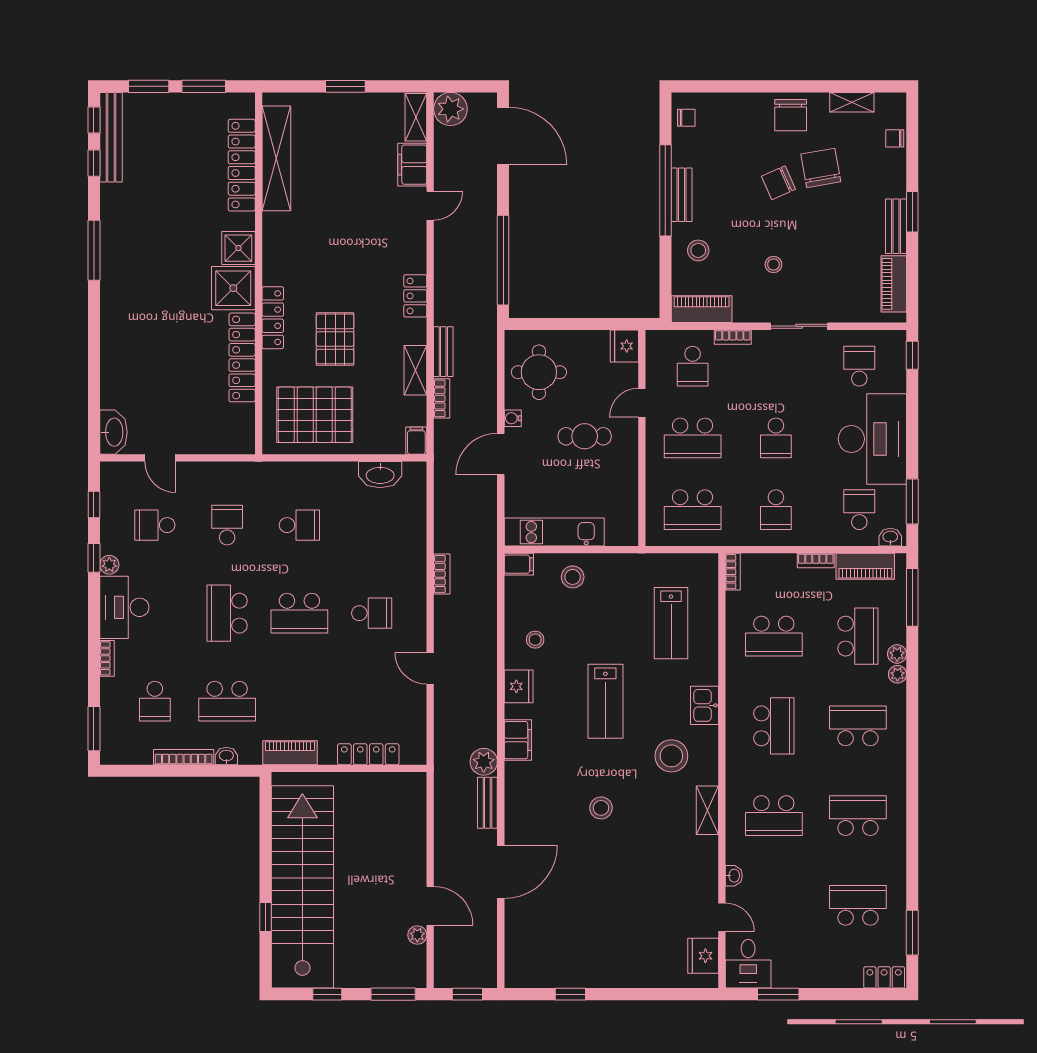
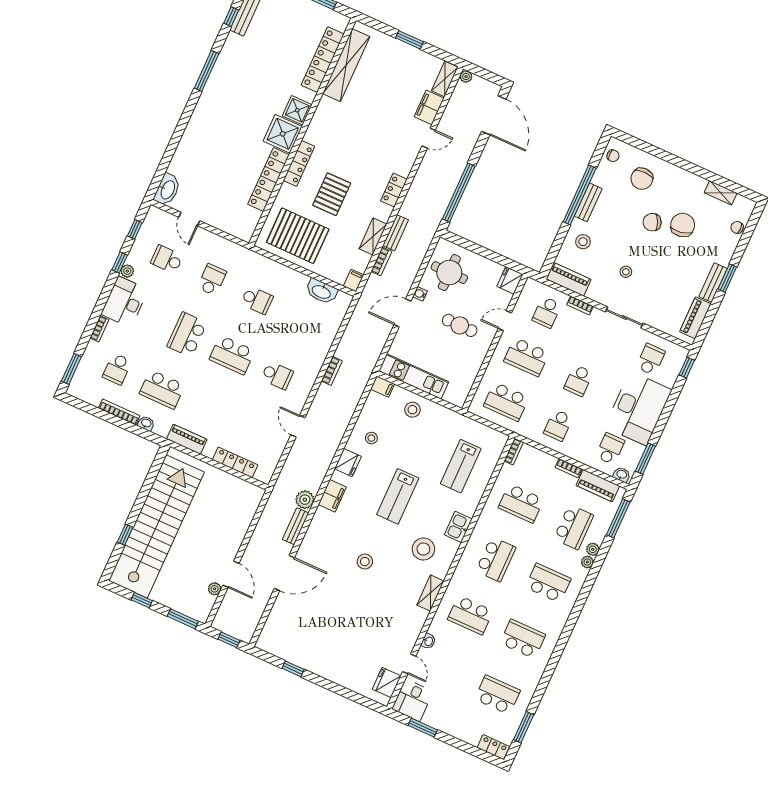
plant: (450, 109) -> (466, 77), width x0.53, depth x0.53
chair: (791, 115) -> (642, 179), moved

